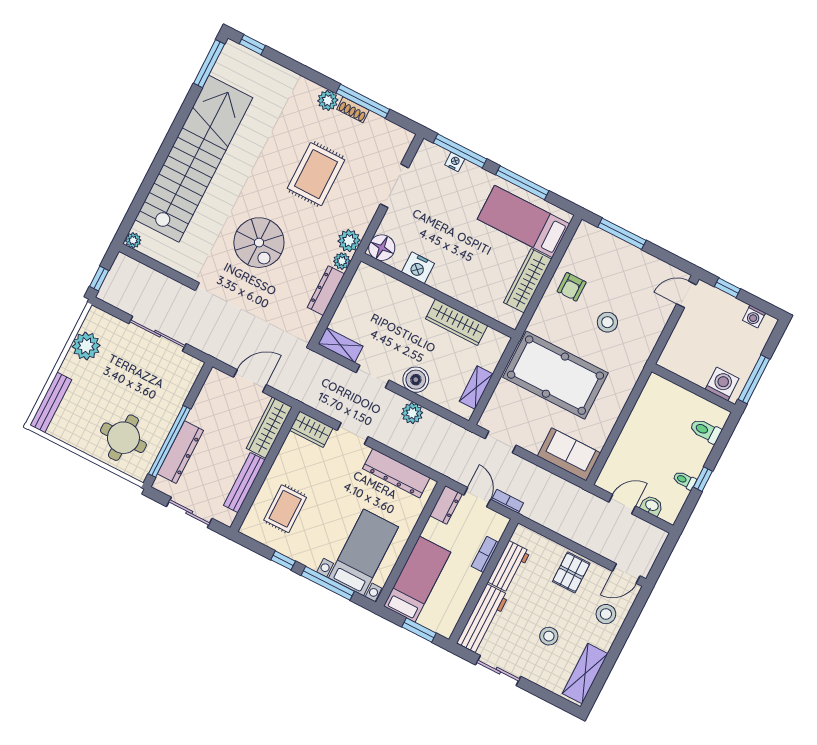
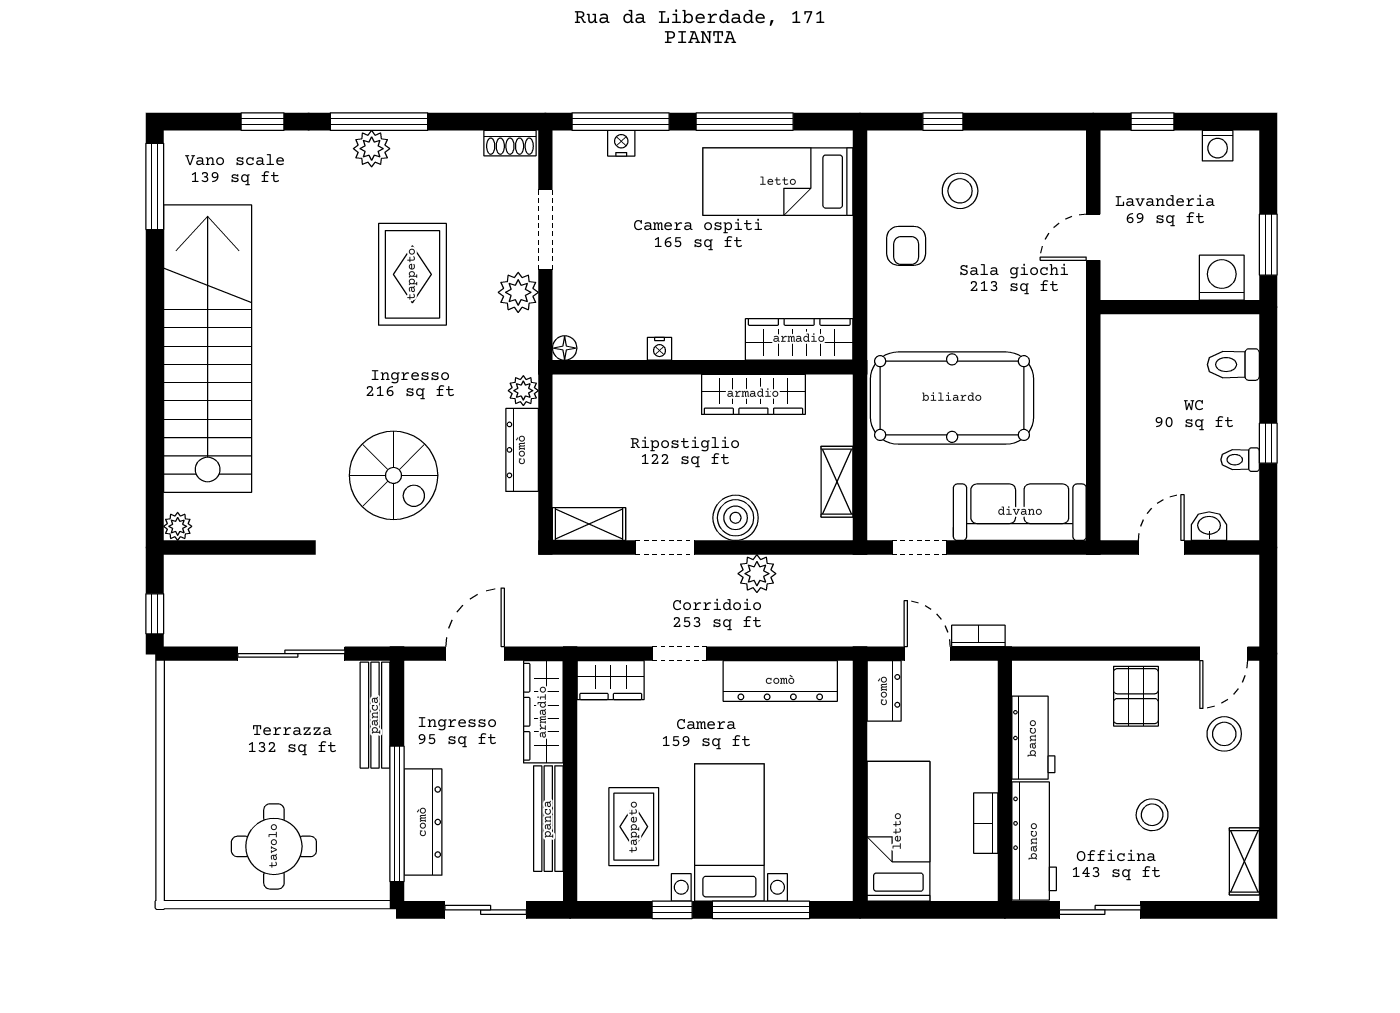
window: (252, 45) -> (263, 122), moved
window: (363, 101) -> (379, 122), moved
shoe rack: (353, 110) -> (510, 143), moved
window: (622, 234) -> (943, 122), width x0.46
plant: (349, 241) -> (518, 292), moved
spiral stairs: (259, 243) -> (394, 475), moved
floor lamp: (382, 248) -> (565, 348), width x0.53, depth x0.53
nightstand: (418, 268) -> (660, 349), width x0.53, depth x0.56
wardrobe: (528, 281) -> (799, 339), moved, turned 90
door: (686, 294) -> (1093, 237), moved
stool: (607, 322) -> (960, 191), moved
plant: (86, 346) -> (189, 731), removed
window: (754, 379) -> (1268, 245), width x0.69
bench: (51, 402) -> (375, 715), moved
round table: (123, 438) -> (274, 846), moved
sofa: (569, 454) -> (1020, 512), width x1.36
bed with nightstands: (363, 552) -> (729, 832), moved
bookcase: (485, 554) -> (986, 823), moved
window: (419, 630) -> (943, 910), removed
shelving: (585, 674) -> (1244, 861), width x0.67, depth x0.75

